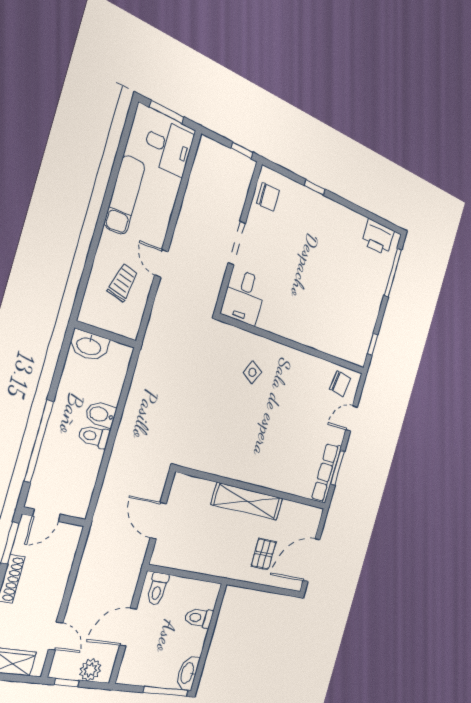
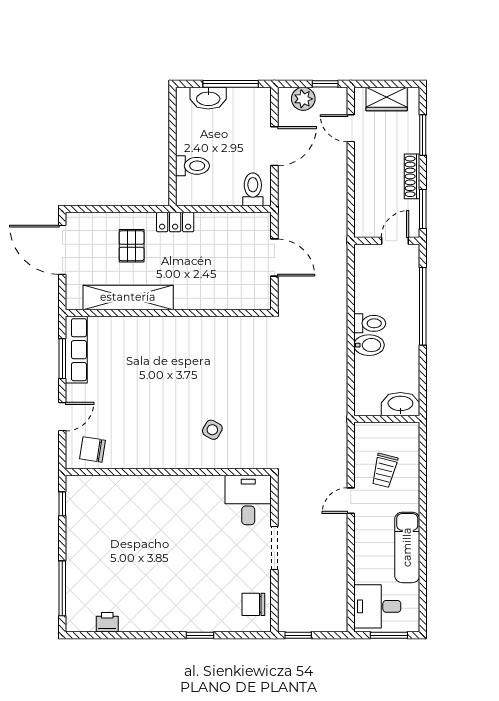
printer: (378, 237) -> (107, 622), width x0.53, depth x0.68
door: (161, 264) -> (351, 501), swing flipped
shelving: (247, 501) -> (128, 297), moved
door: (311, 560) -> (62, 250), swing flipped
locker: (226, 569) -> (175, 222), added
washbasin: (188, 673) -> (208, 98), moved, turned 90
window: (166, 691) -> (231, 84), moved

